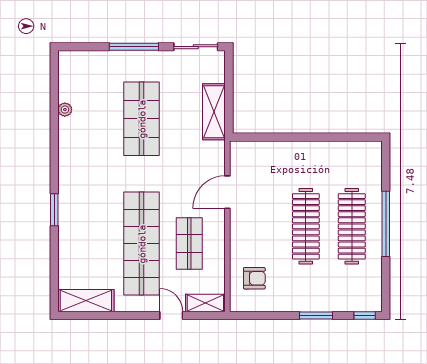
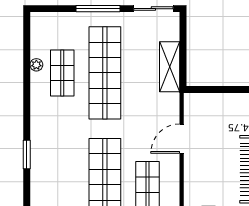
shop shelf: (94, 119) -> (62, 73), added
shop shelf: (142, 119) -> (105, 73), width x1.40

